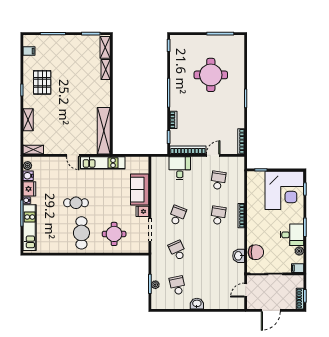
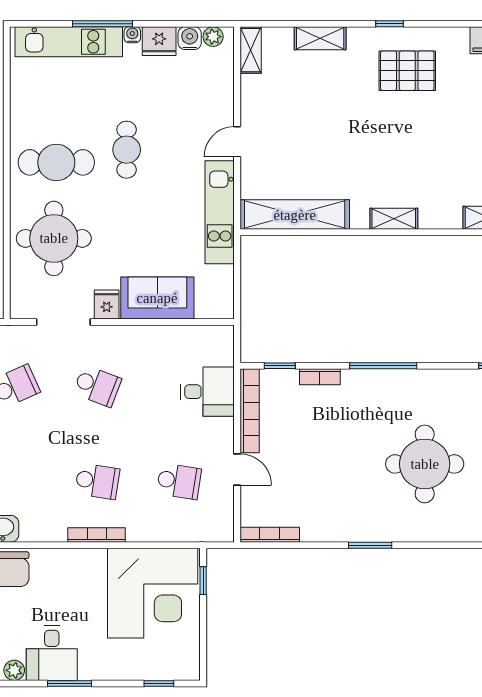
shelving: (106, 70) -> (394, 219), moved
corner desk: (284, 190) -> (153, 593), moved, turned -90
round table: (114, 234) -> (54, 238), width x1.36, depth x1.36

